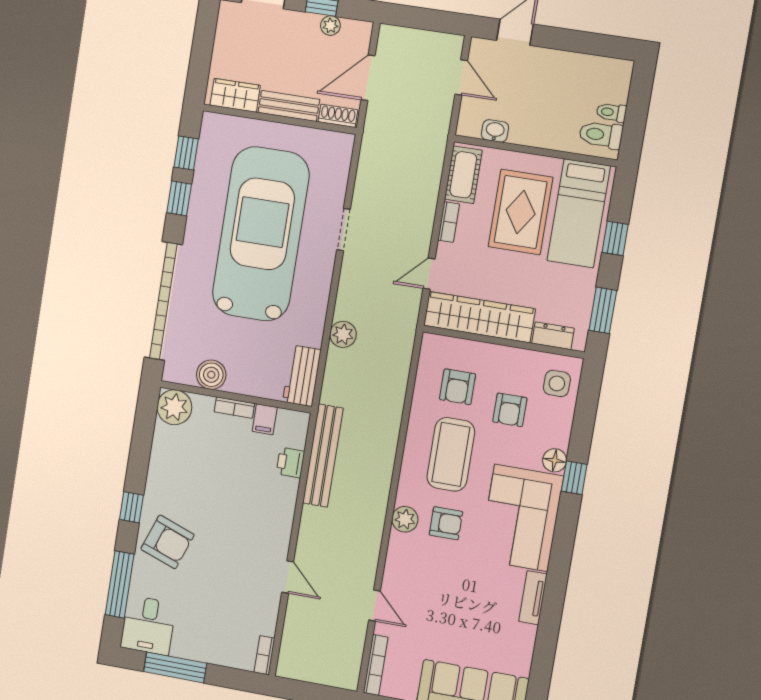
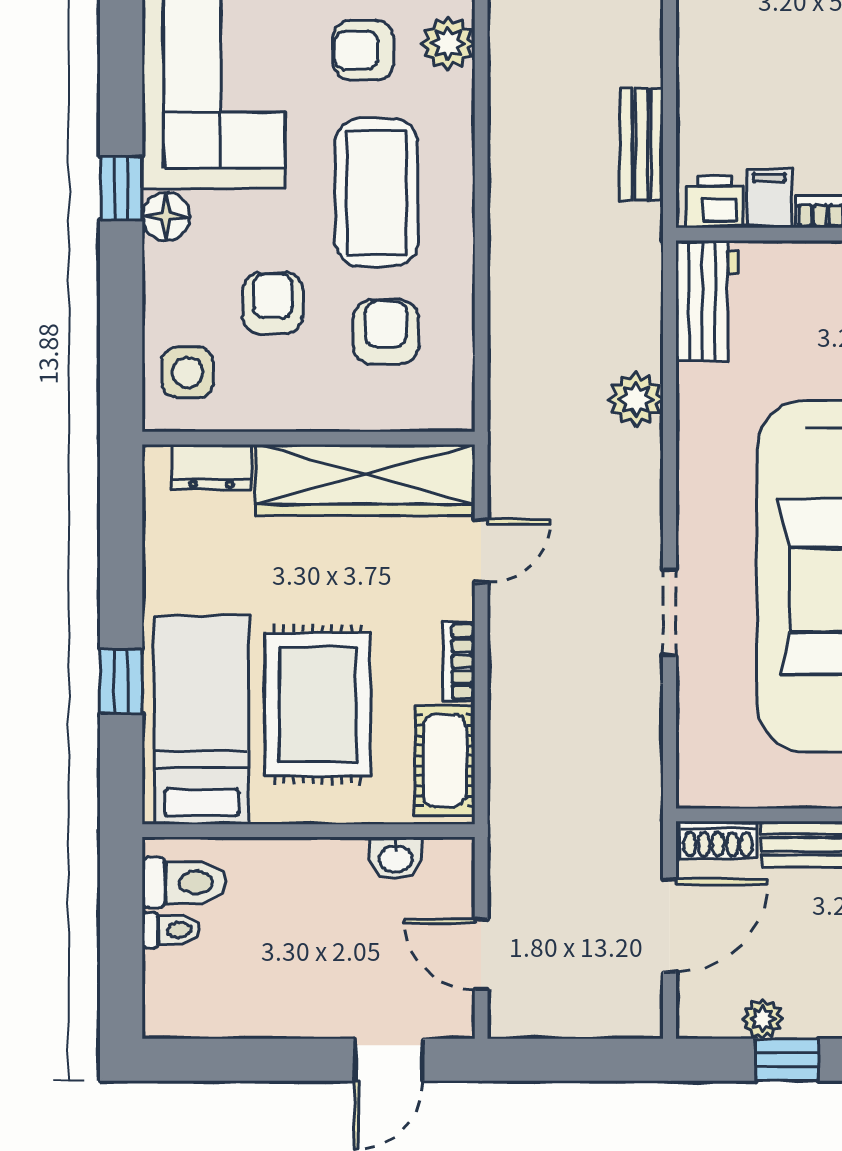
window: (603, 310) -> (121, 534), removed
bench: (323, 456) -> (642, 144), width x0.54, depth x0.82
printer: (290, 463) -> (715, 202), moved, turned -90

